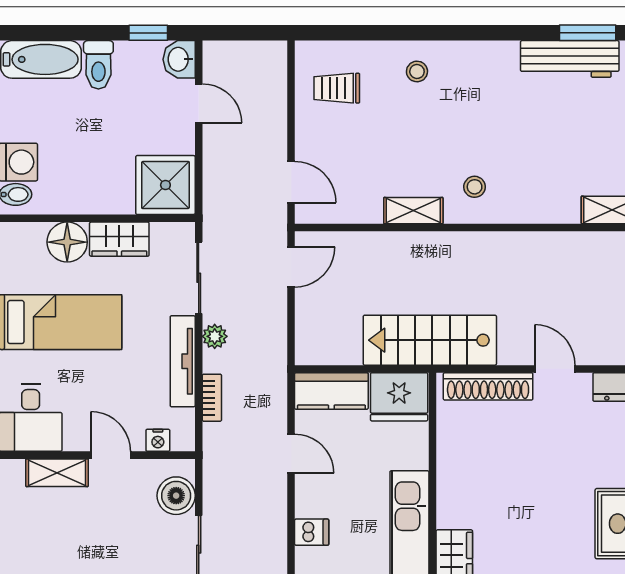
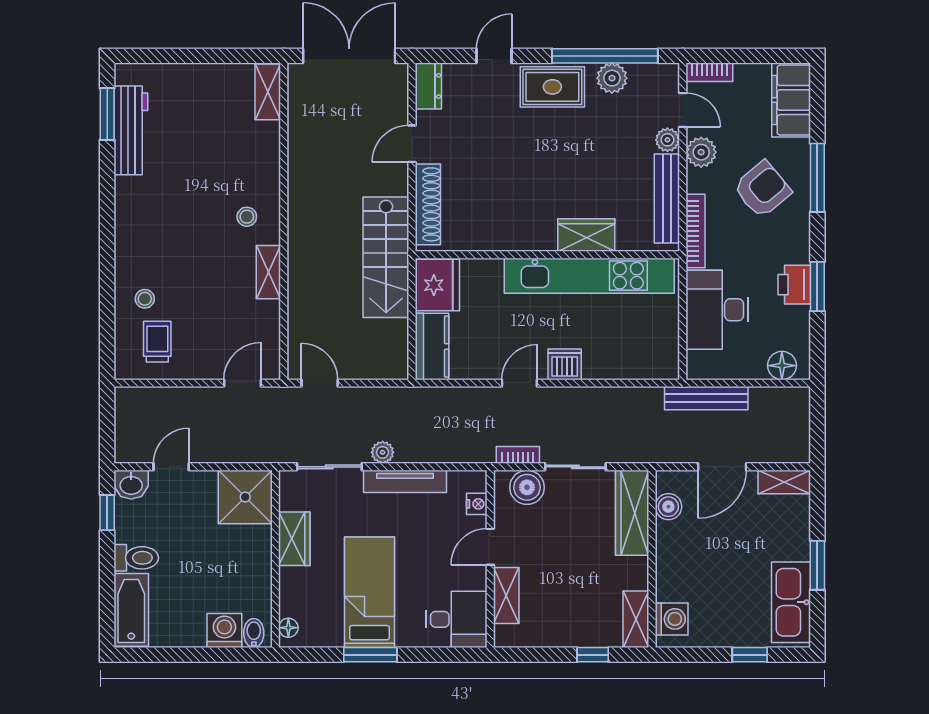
stool: (417, 71) -> (145, 299), moved
trolley: (337, 88) -> (157, 342), turned 180
floor lamp: (67, 242) -> (288, 628), moved, width x0.53, depth x0.53
bookcase: (212, 398) -> (518, 455), moved
door: (291, 454) -> (519, 383), moved
dishwasher: (312, 532) -> (565, 364), width x1.38

